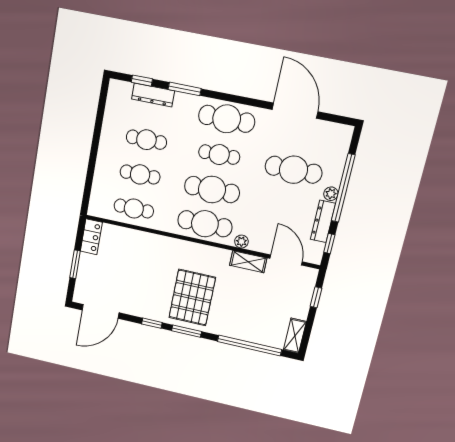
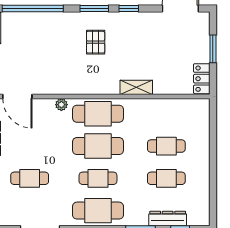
cafe table: (293, 170) -> (30, 178), width x0.73, depth x0.74
cafe table: (134, 209) -> (166, 114), removed
shelving: (248, 262) -> (136, 87), moved
pallet: (192, 298) -> (96, 42), width x0.49, depth x0.50

